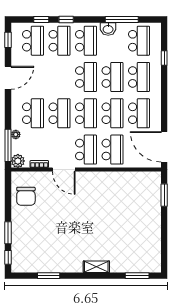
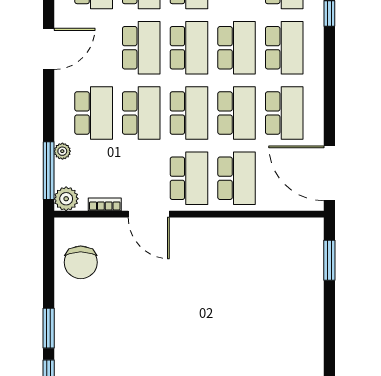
school desk: (60, 77) -> (141, 48), added

